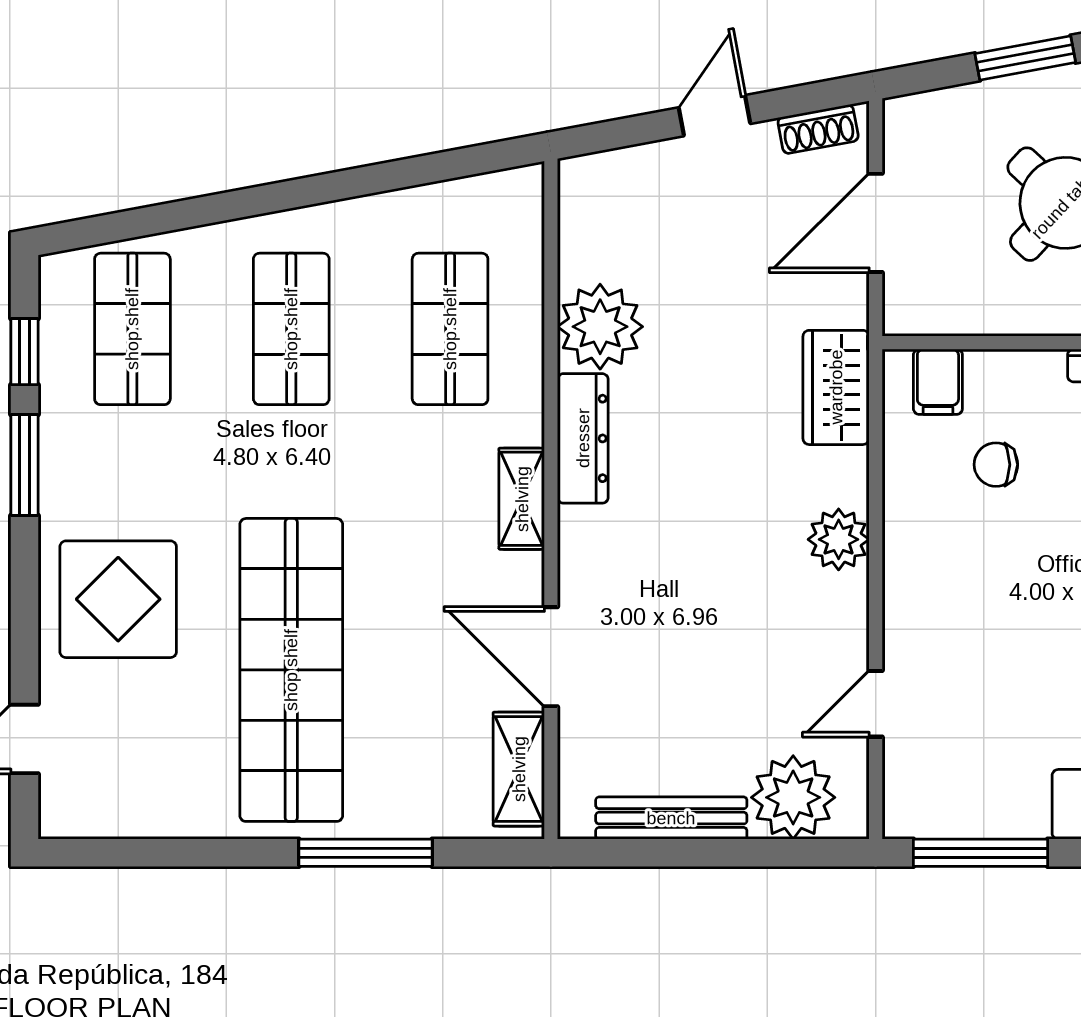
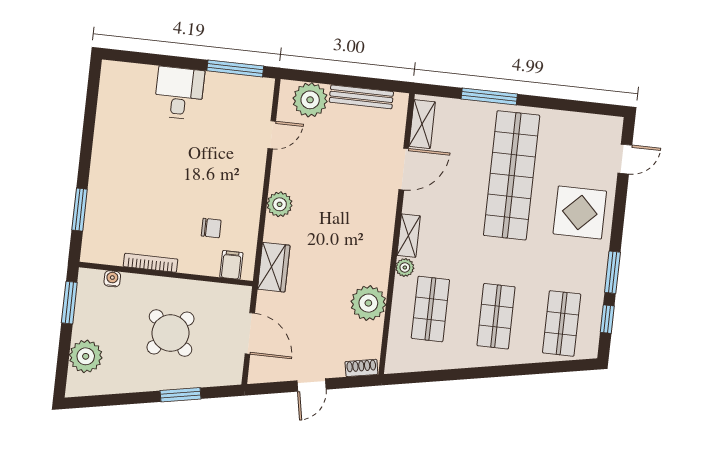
shoe rack: (818, 129) -> (361, 368), moved
door: (876, 223) -> (250, 333), hinge flipped
plant: (522, 421) -> (405, 267), added
dresser: (583, 438) -> (381, 258), removed
door: (551, 657) -> (404, 169), hinge flipped

